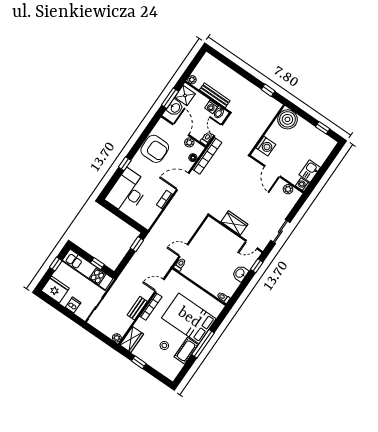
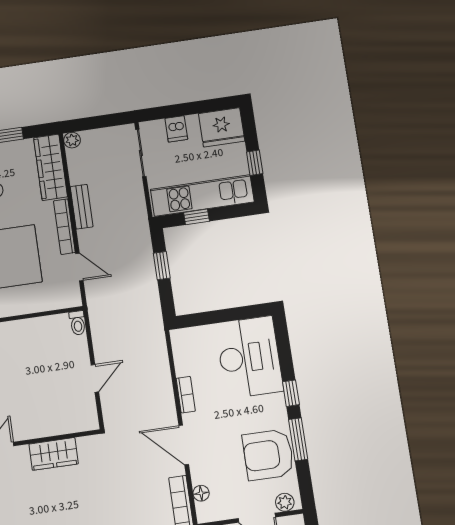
plant: (189, 142) -> (285, 502), moved
window: (138, 144) -> (298, 439), added
door: (183, 181) -> (184, 445), swing flipped
window: (137, 244) -> (162, 266), moved
door: (184, 251) -> (95, 378), moved
door: (160, 285) -> (79, 267), hinge flipped
wardrobe: (132, 339) -> (50, 167), width x1.50

